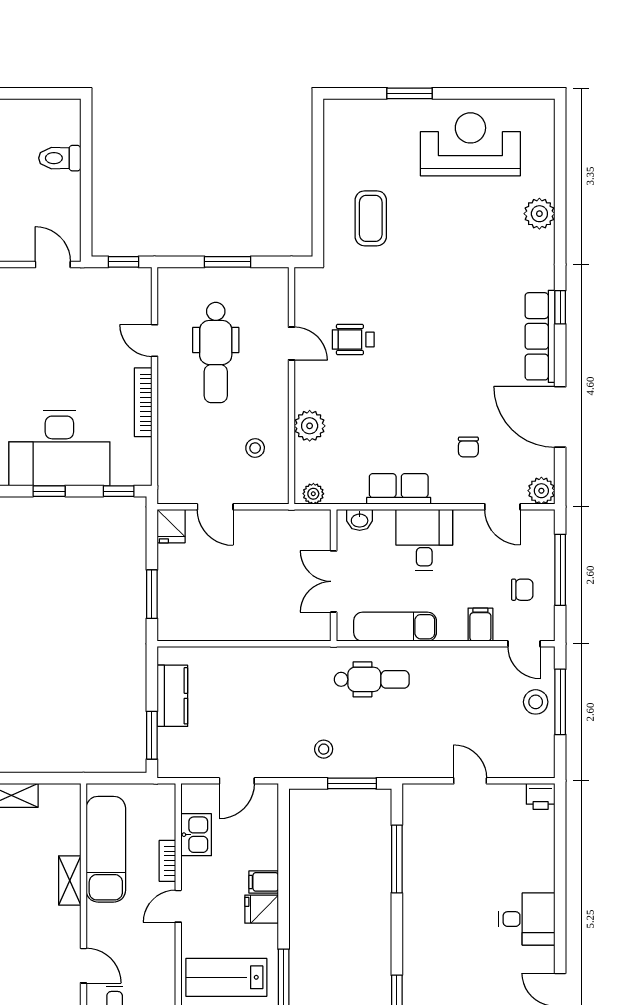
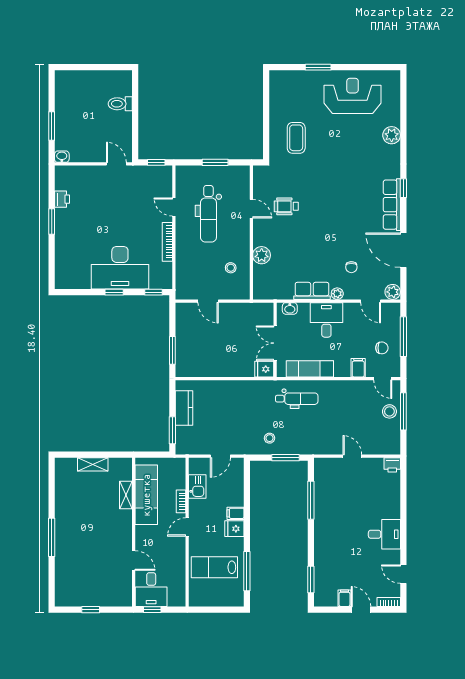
plant: (313, 494) -> (337, 294), moved
fridge: (171, 526) -> (264, 369), moved, turned 90
shelving: (70, 880) -> (126, 495), moved

